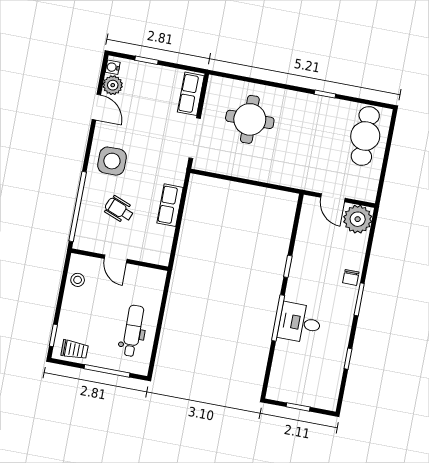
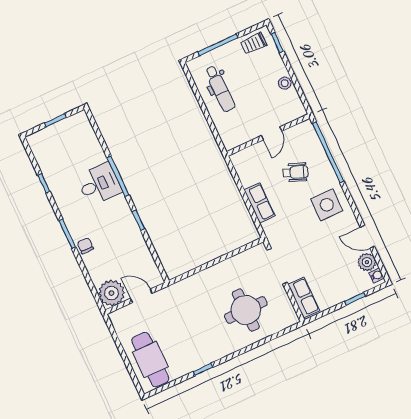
door: (116, 259) -> (272, 133), swing flipped
stool: (78, 280) -> (285, 83), moved

